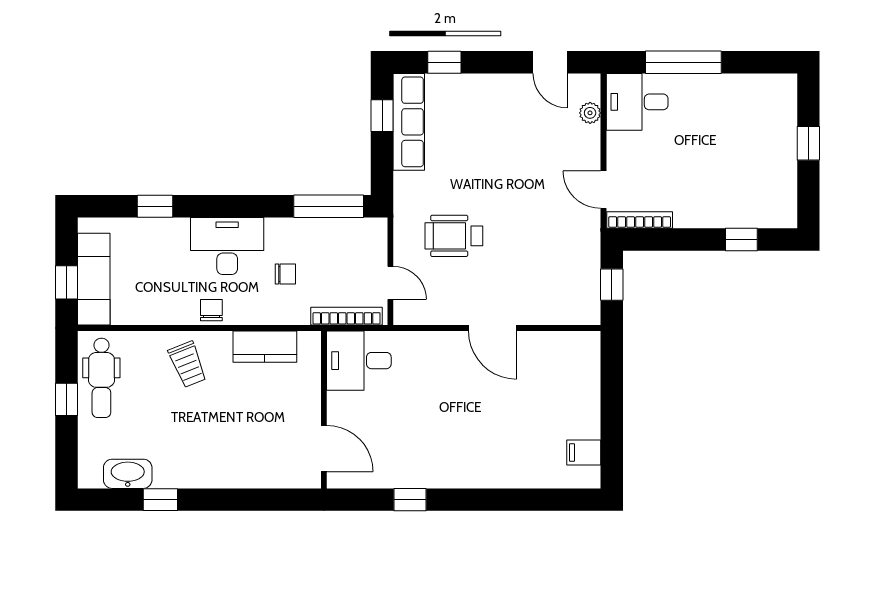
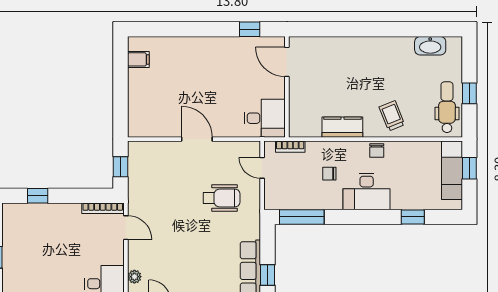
bookcase: (347, 316) -> (290, 147), width x0.64
desk: (359, 361) -> (265, 118), moved
wall: (324, 410) -> (287, 87), moved
door: (324, 448) -> (287, 62), moved
window: (160, 500) -> (409, 29), removed

